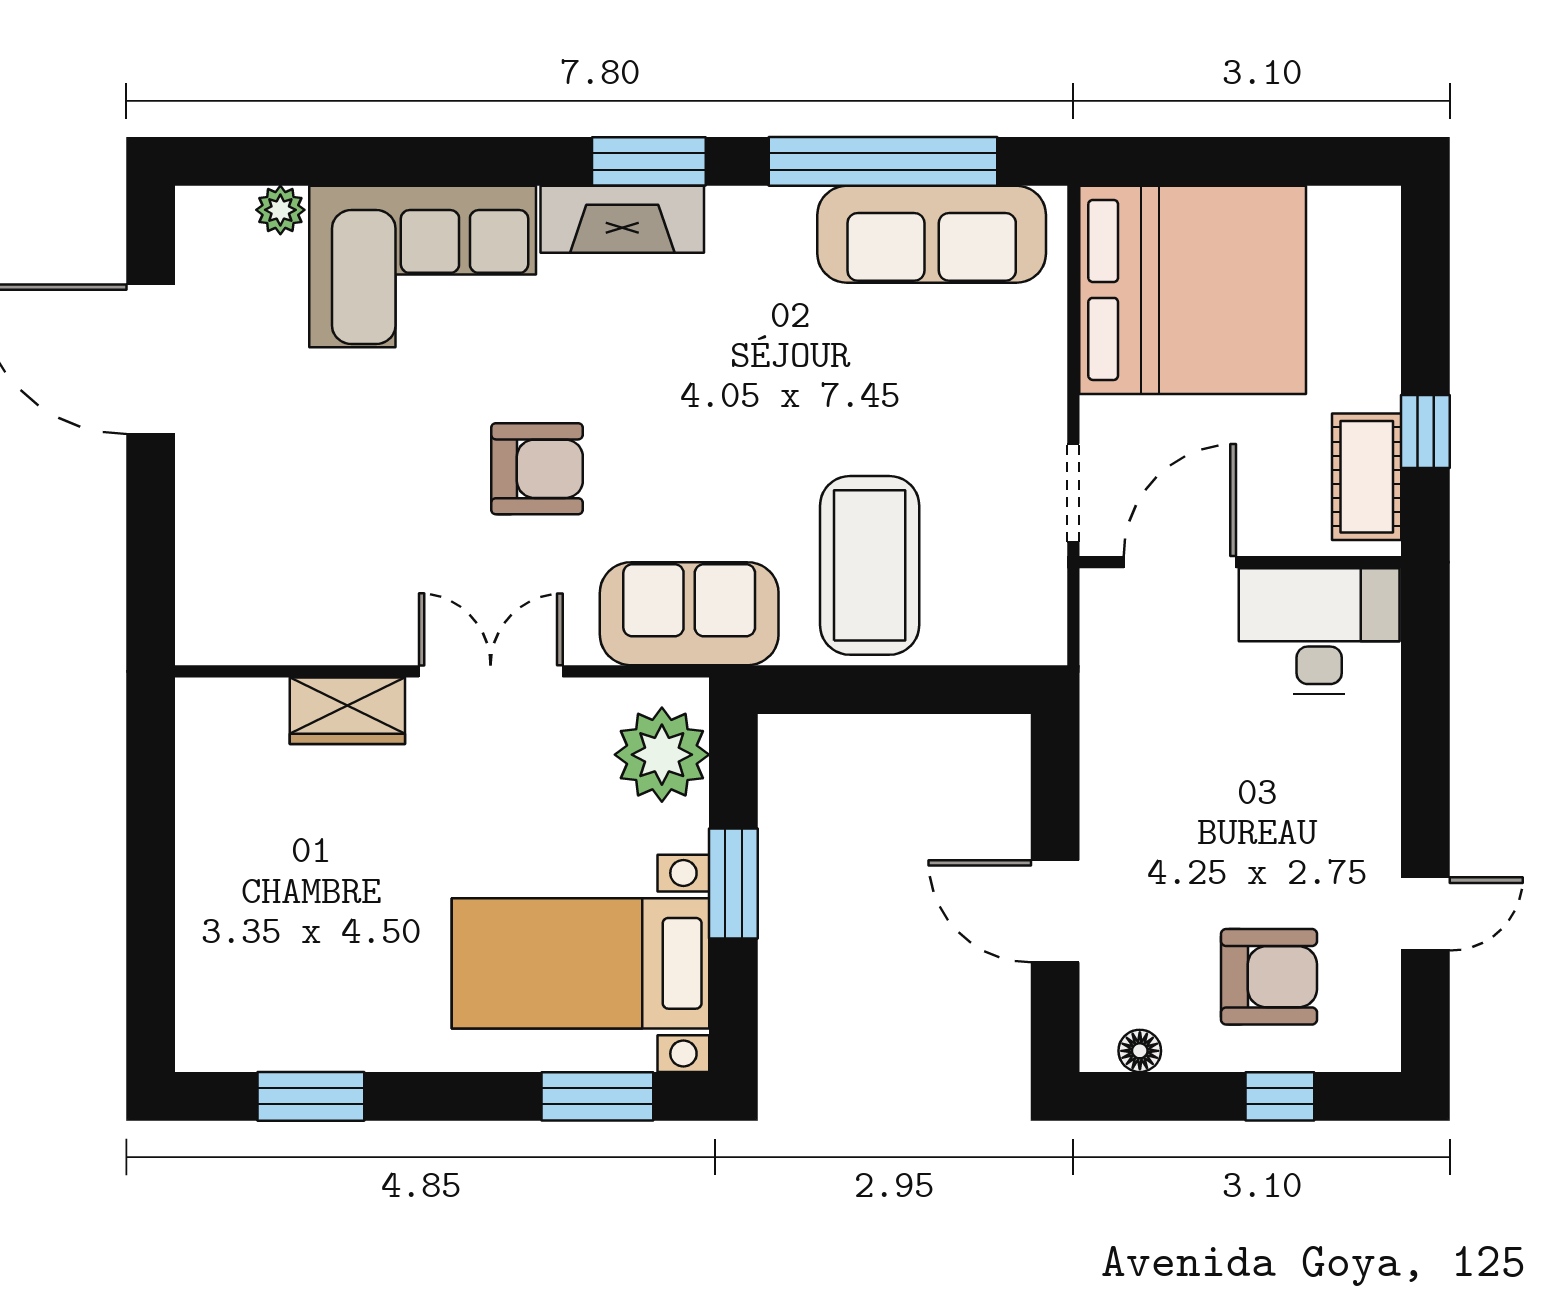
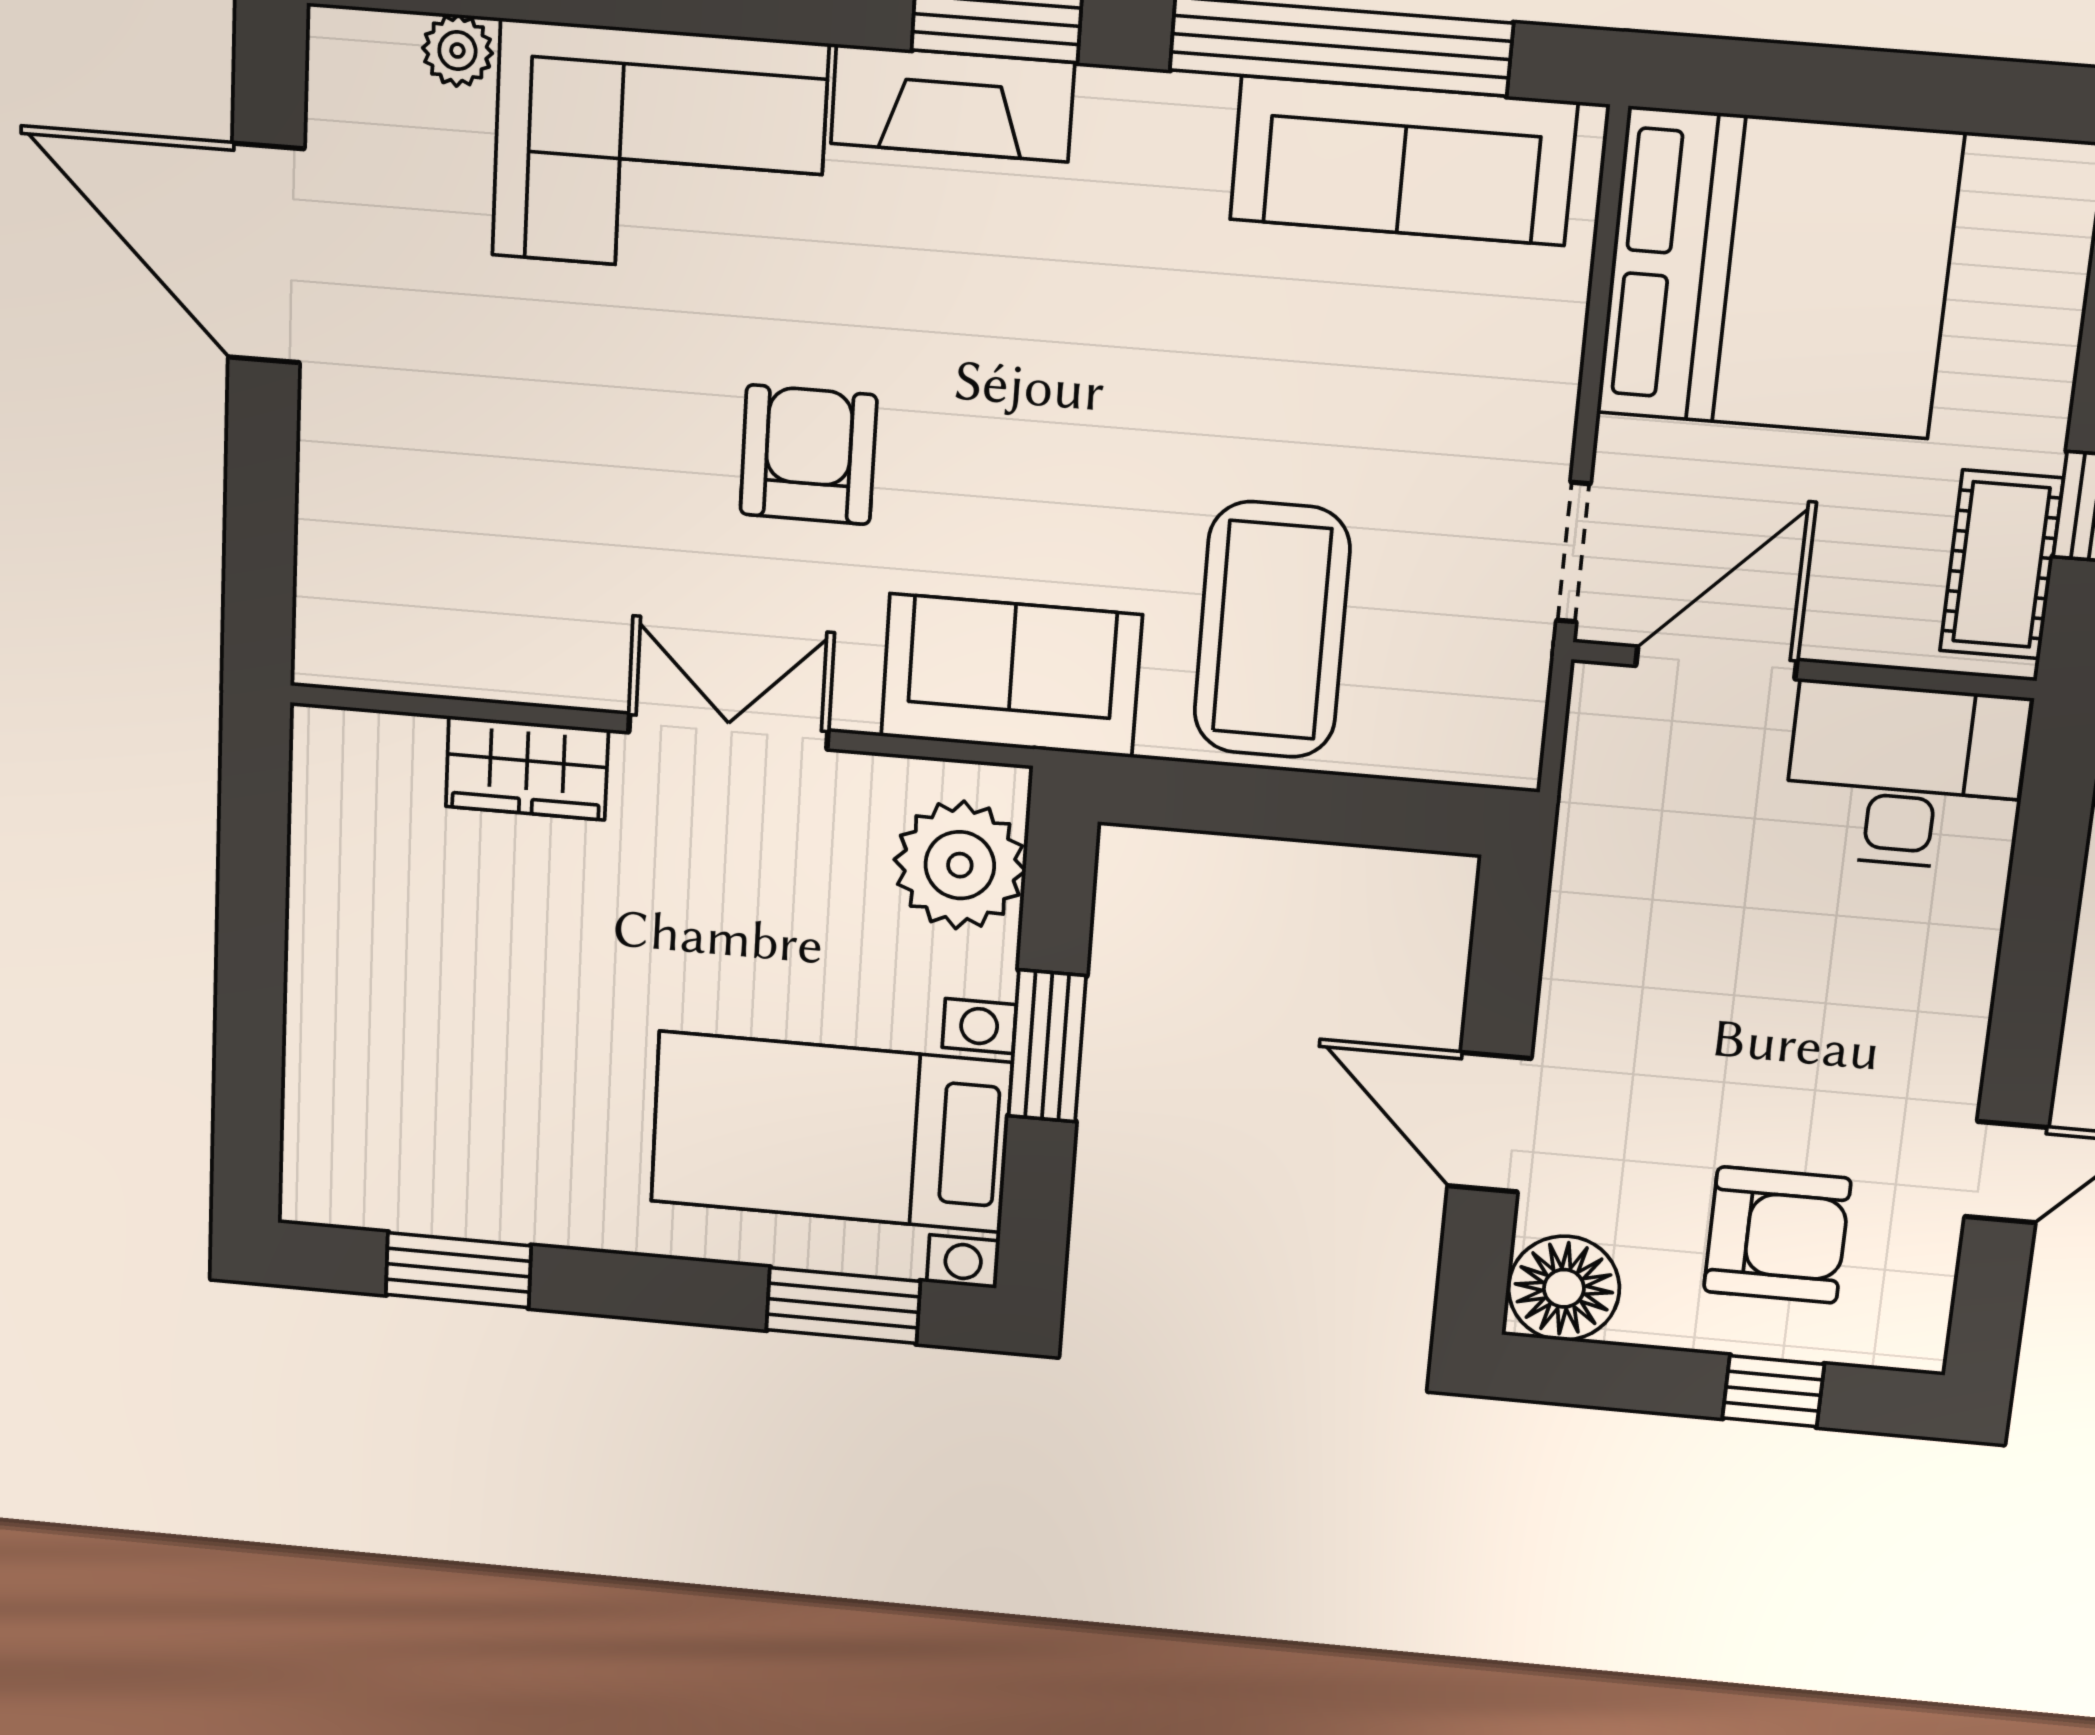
armchair: (537, 469) -> (808, 455), turned -90
floor lamp: (1140, 1051) -> (1564, 1288), width x1.89, depth x1.89

